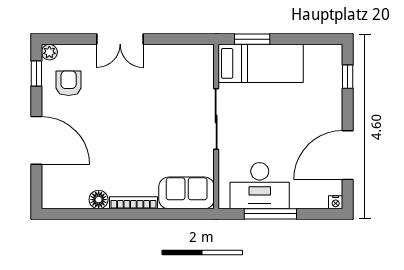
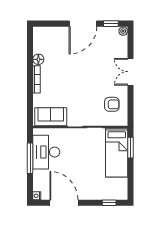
armchair: (69, 83) -> (112, 104), moved
door: (36, 140) -> (83, 24), moved
sofa: (187, 193) -> (51, 117), moved, turned -90

